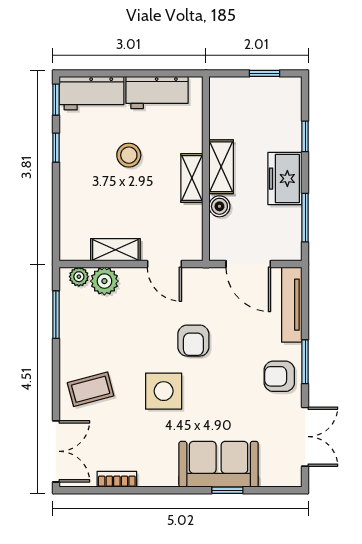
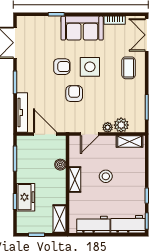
stool: (129, 155) -> (106, 176), moved
shelving: (221, 167) -> (59, 219), moved
freezer: (285, 179) -> (26, 197), moved
shelving: (115, 250) -> (130, 142), moved
door: (164, 264) -> (89, 134), swing flipped
plant: (79, 277) -> (108, 127), moved
armchair: (279, 376) -> (62, 67), moved
coffee table: (91, 389) -> (129, 68), turned -75
sofa: (219, 464) -> (82, 28), moved

